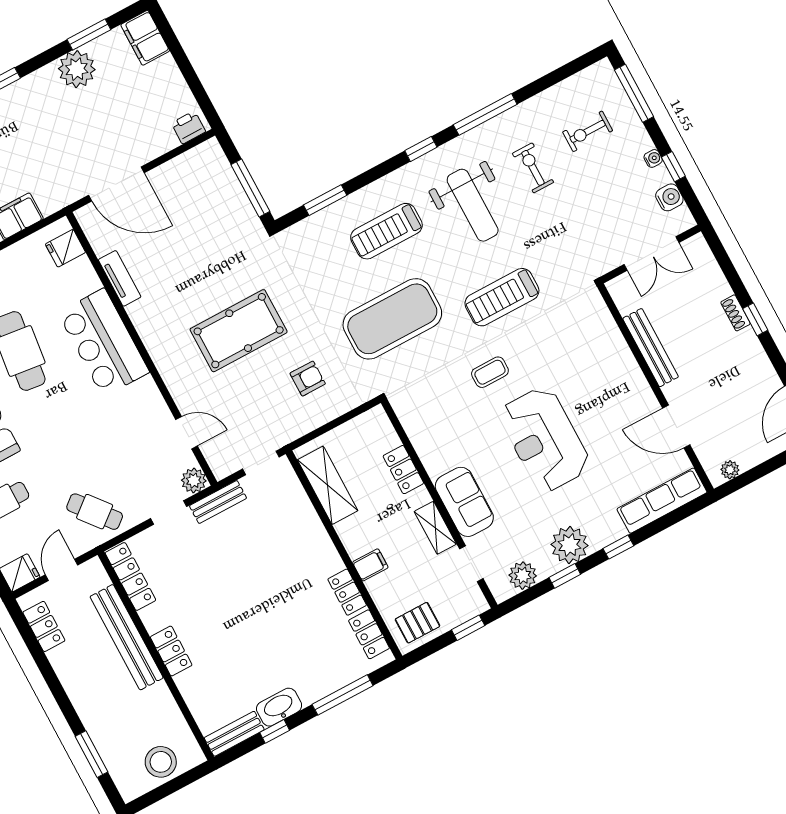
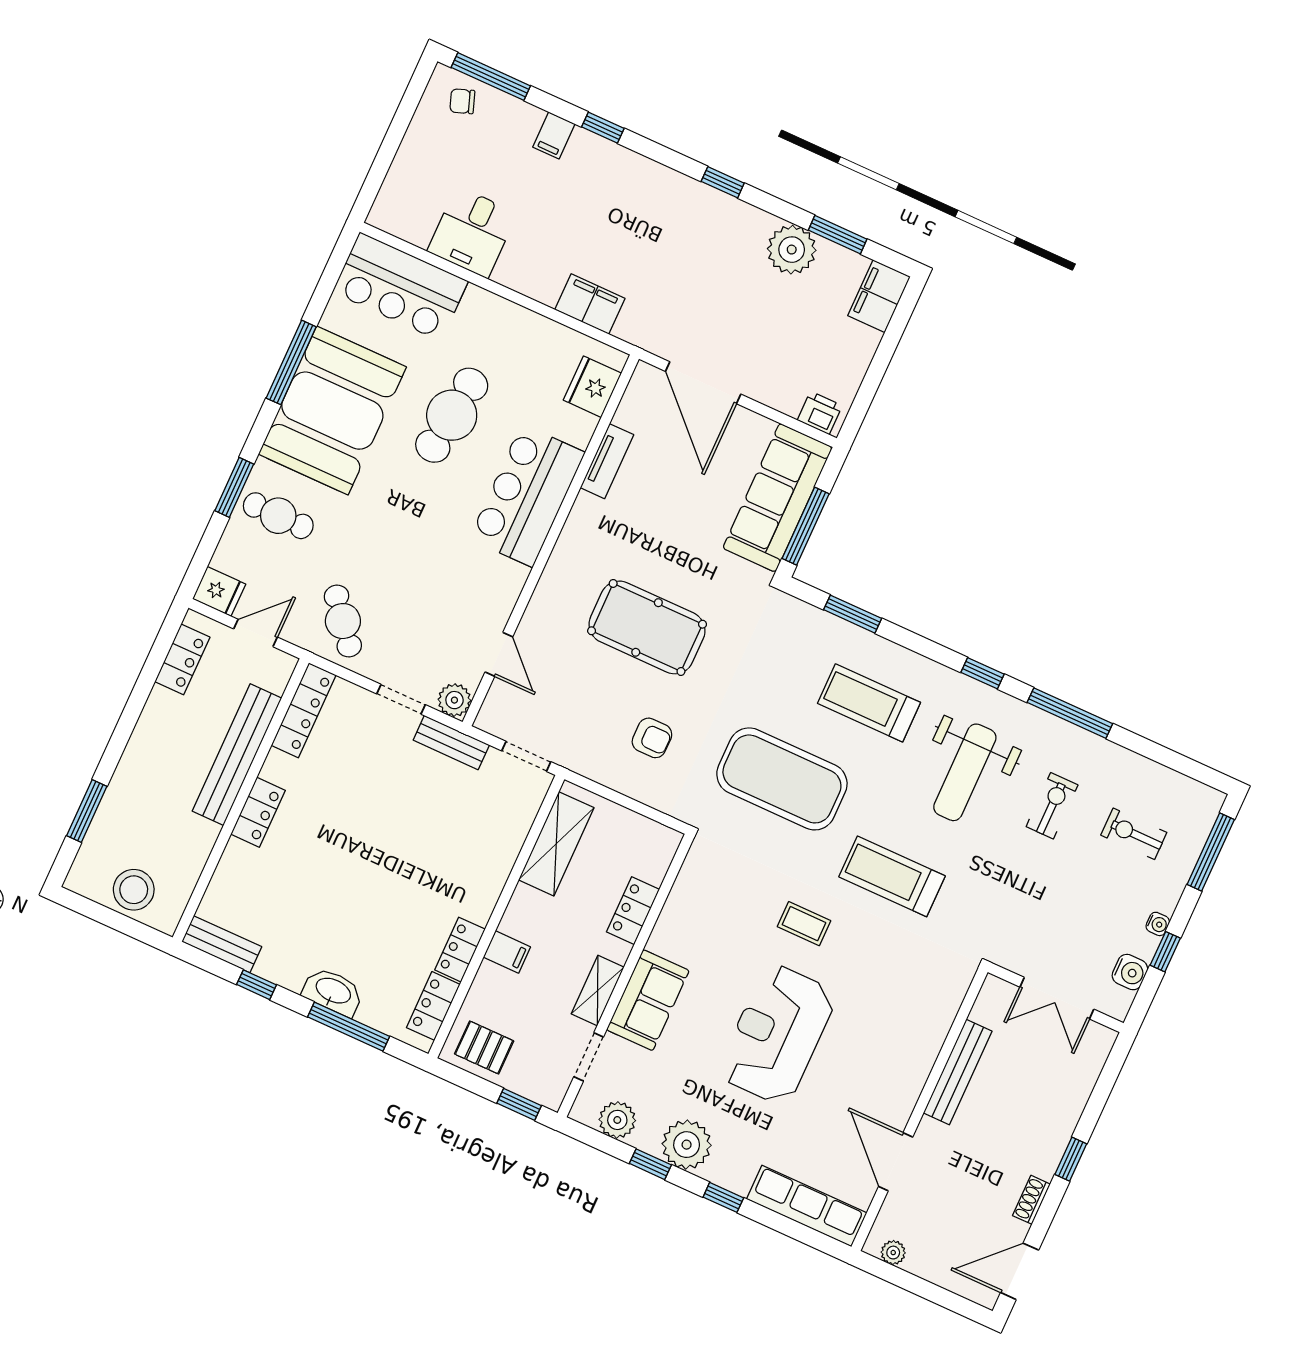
sofa: (220, 192) -> (778, 498), added
fridge: (65, 248) -> (592, 387), width x1.38
shoe rack: (736, 313) -> (1031, 1200), moved
washbasin: (279, 707) -> (333, 992), moved

